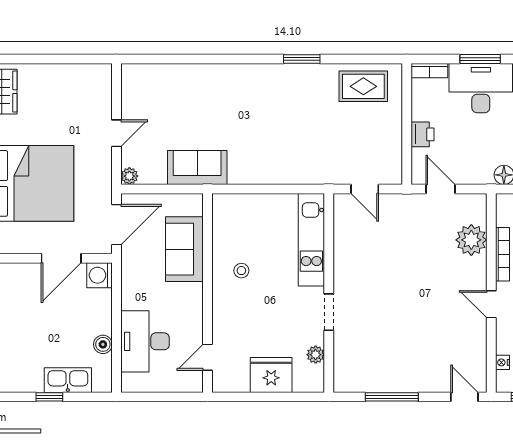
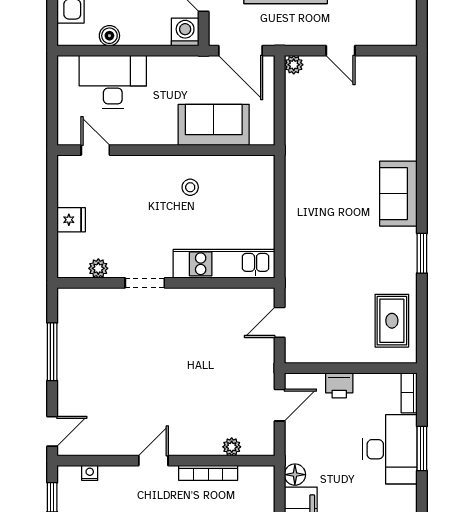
sofa: (197, 167) -> (398, 194), moved, turned 180
plant: (471, 240) -> (232, 447), width x0.53, depth x0.53
fridge: (271, 375) -> (71, 220), width x0.53, depth x0.75

